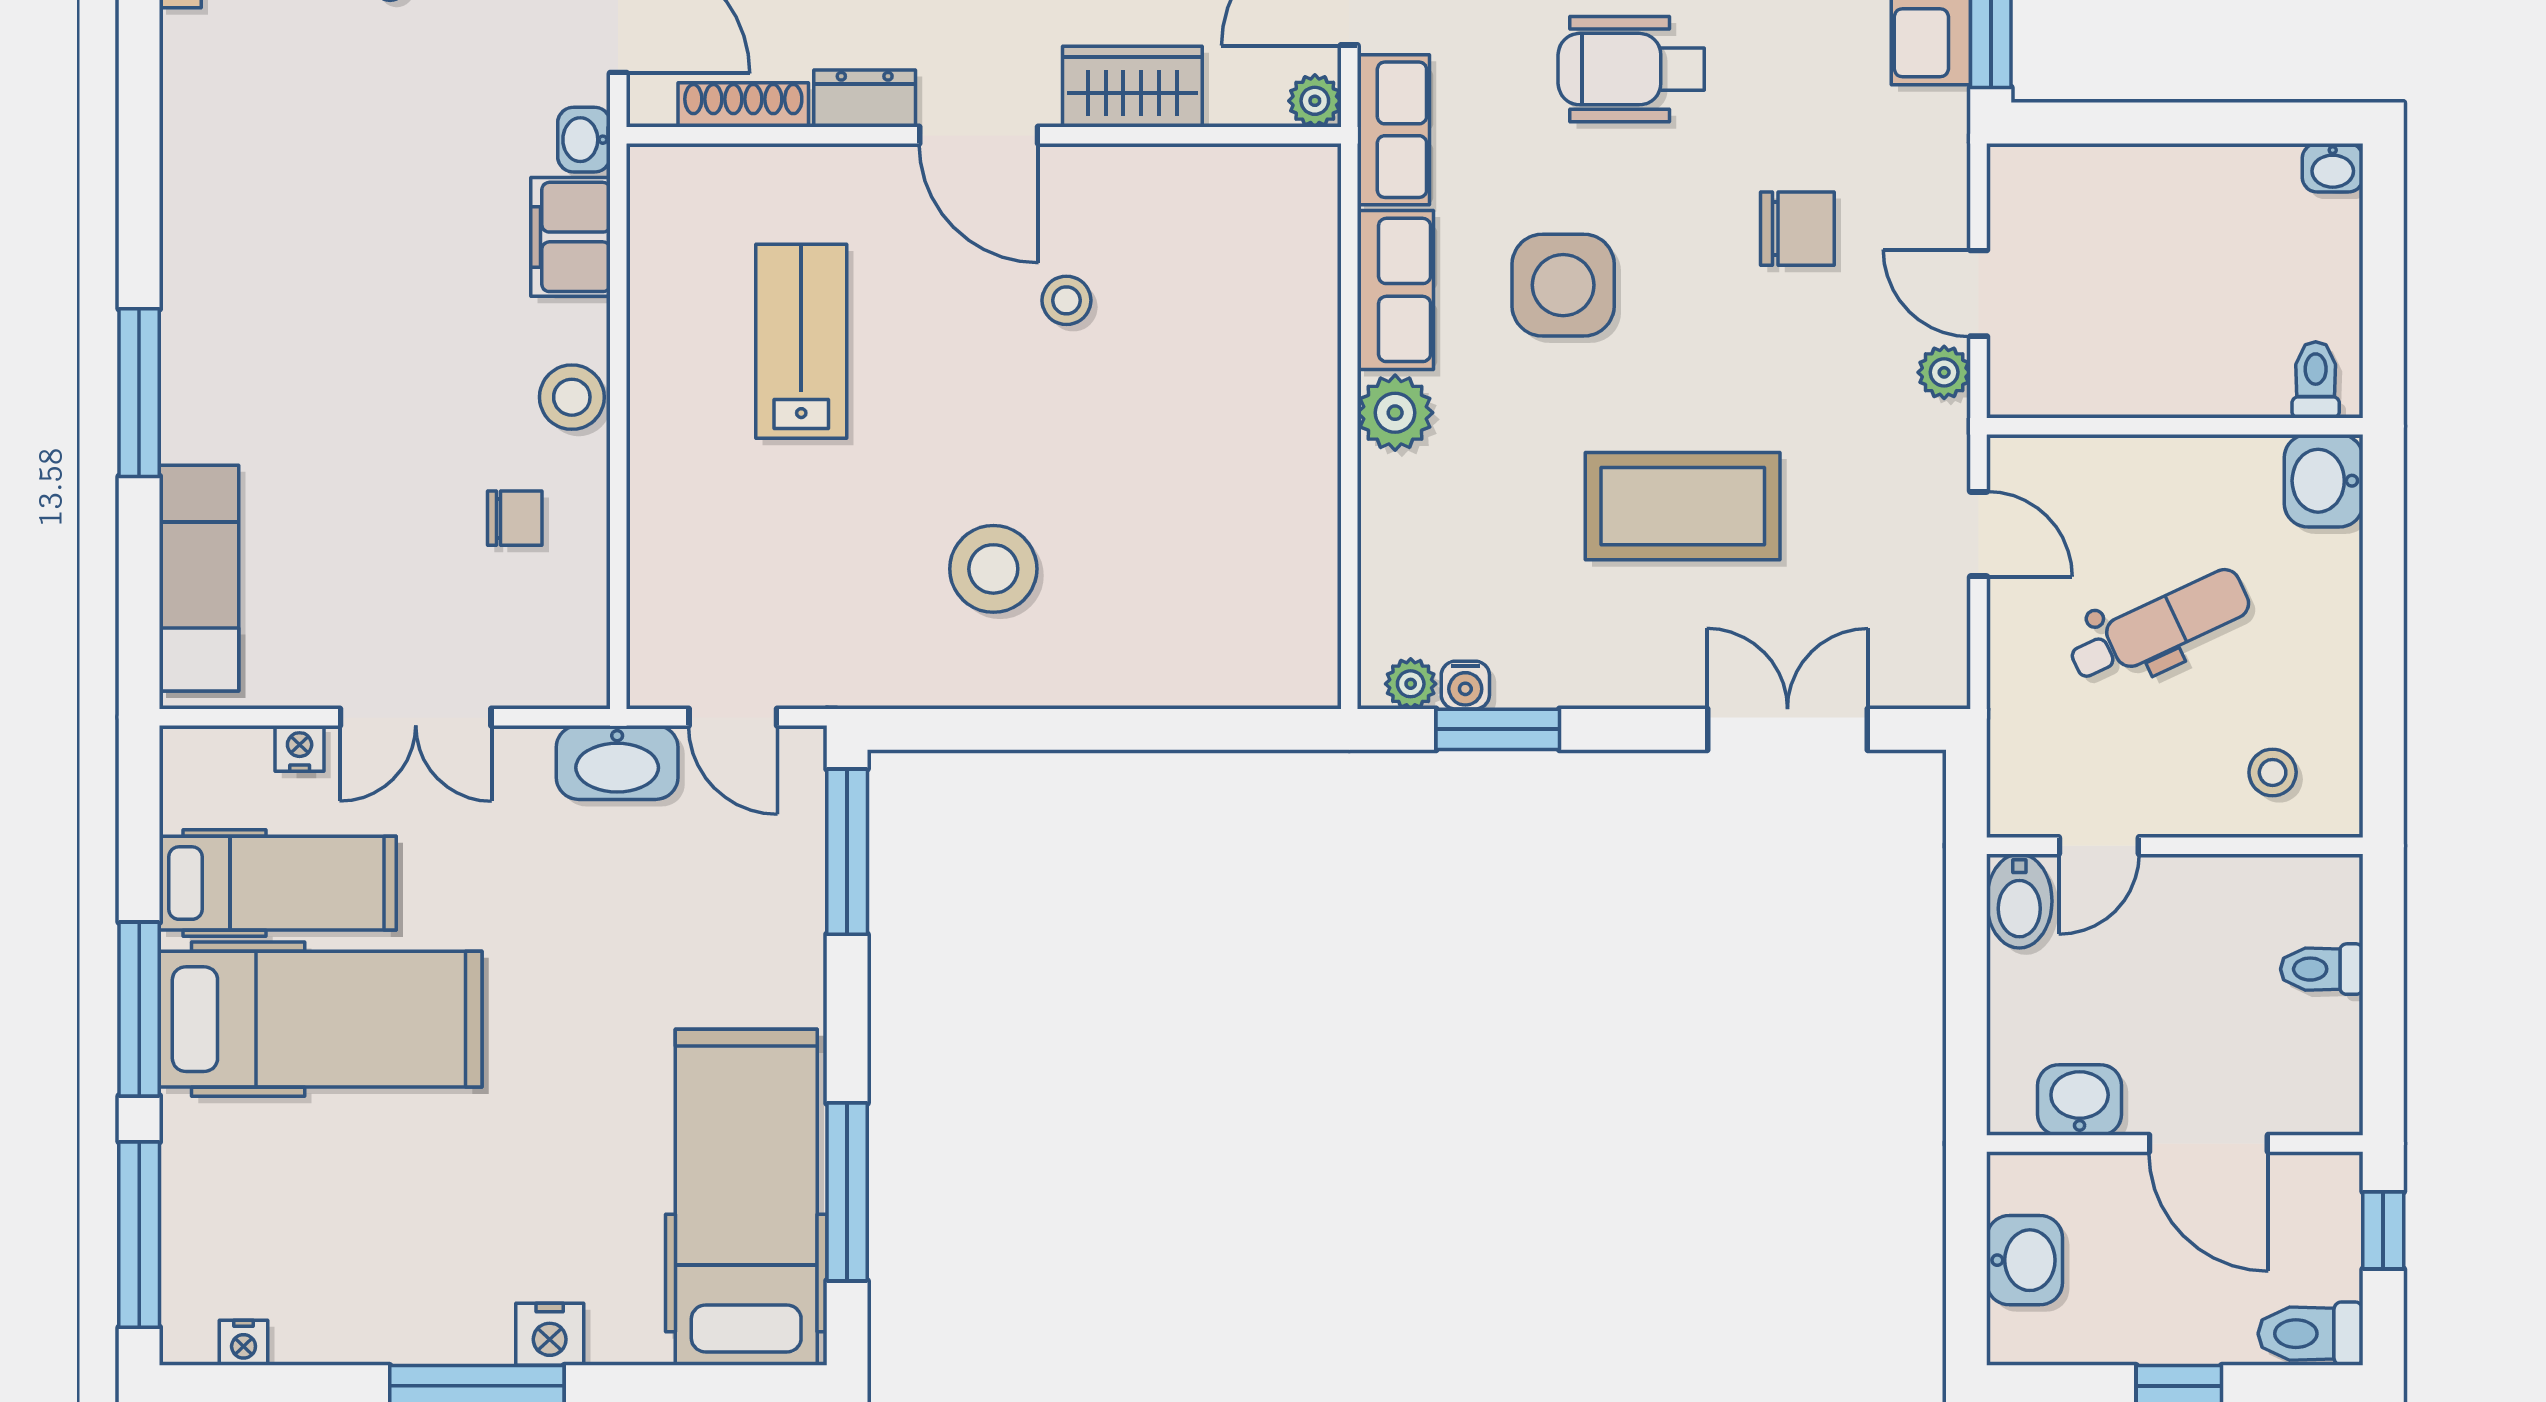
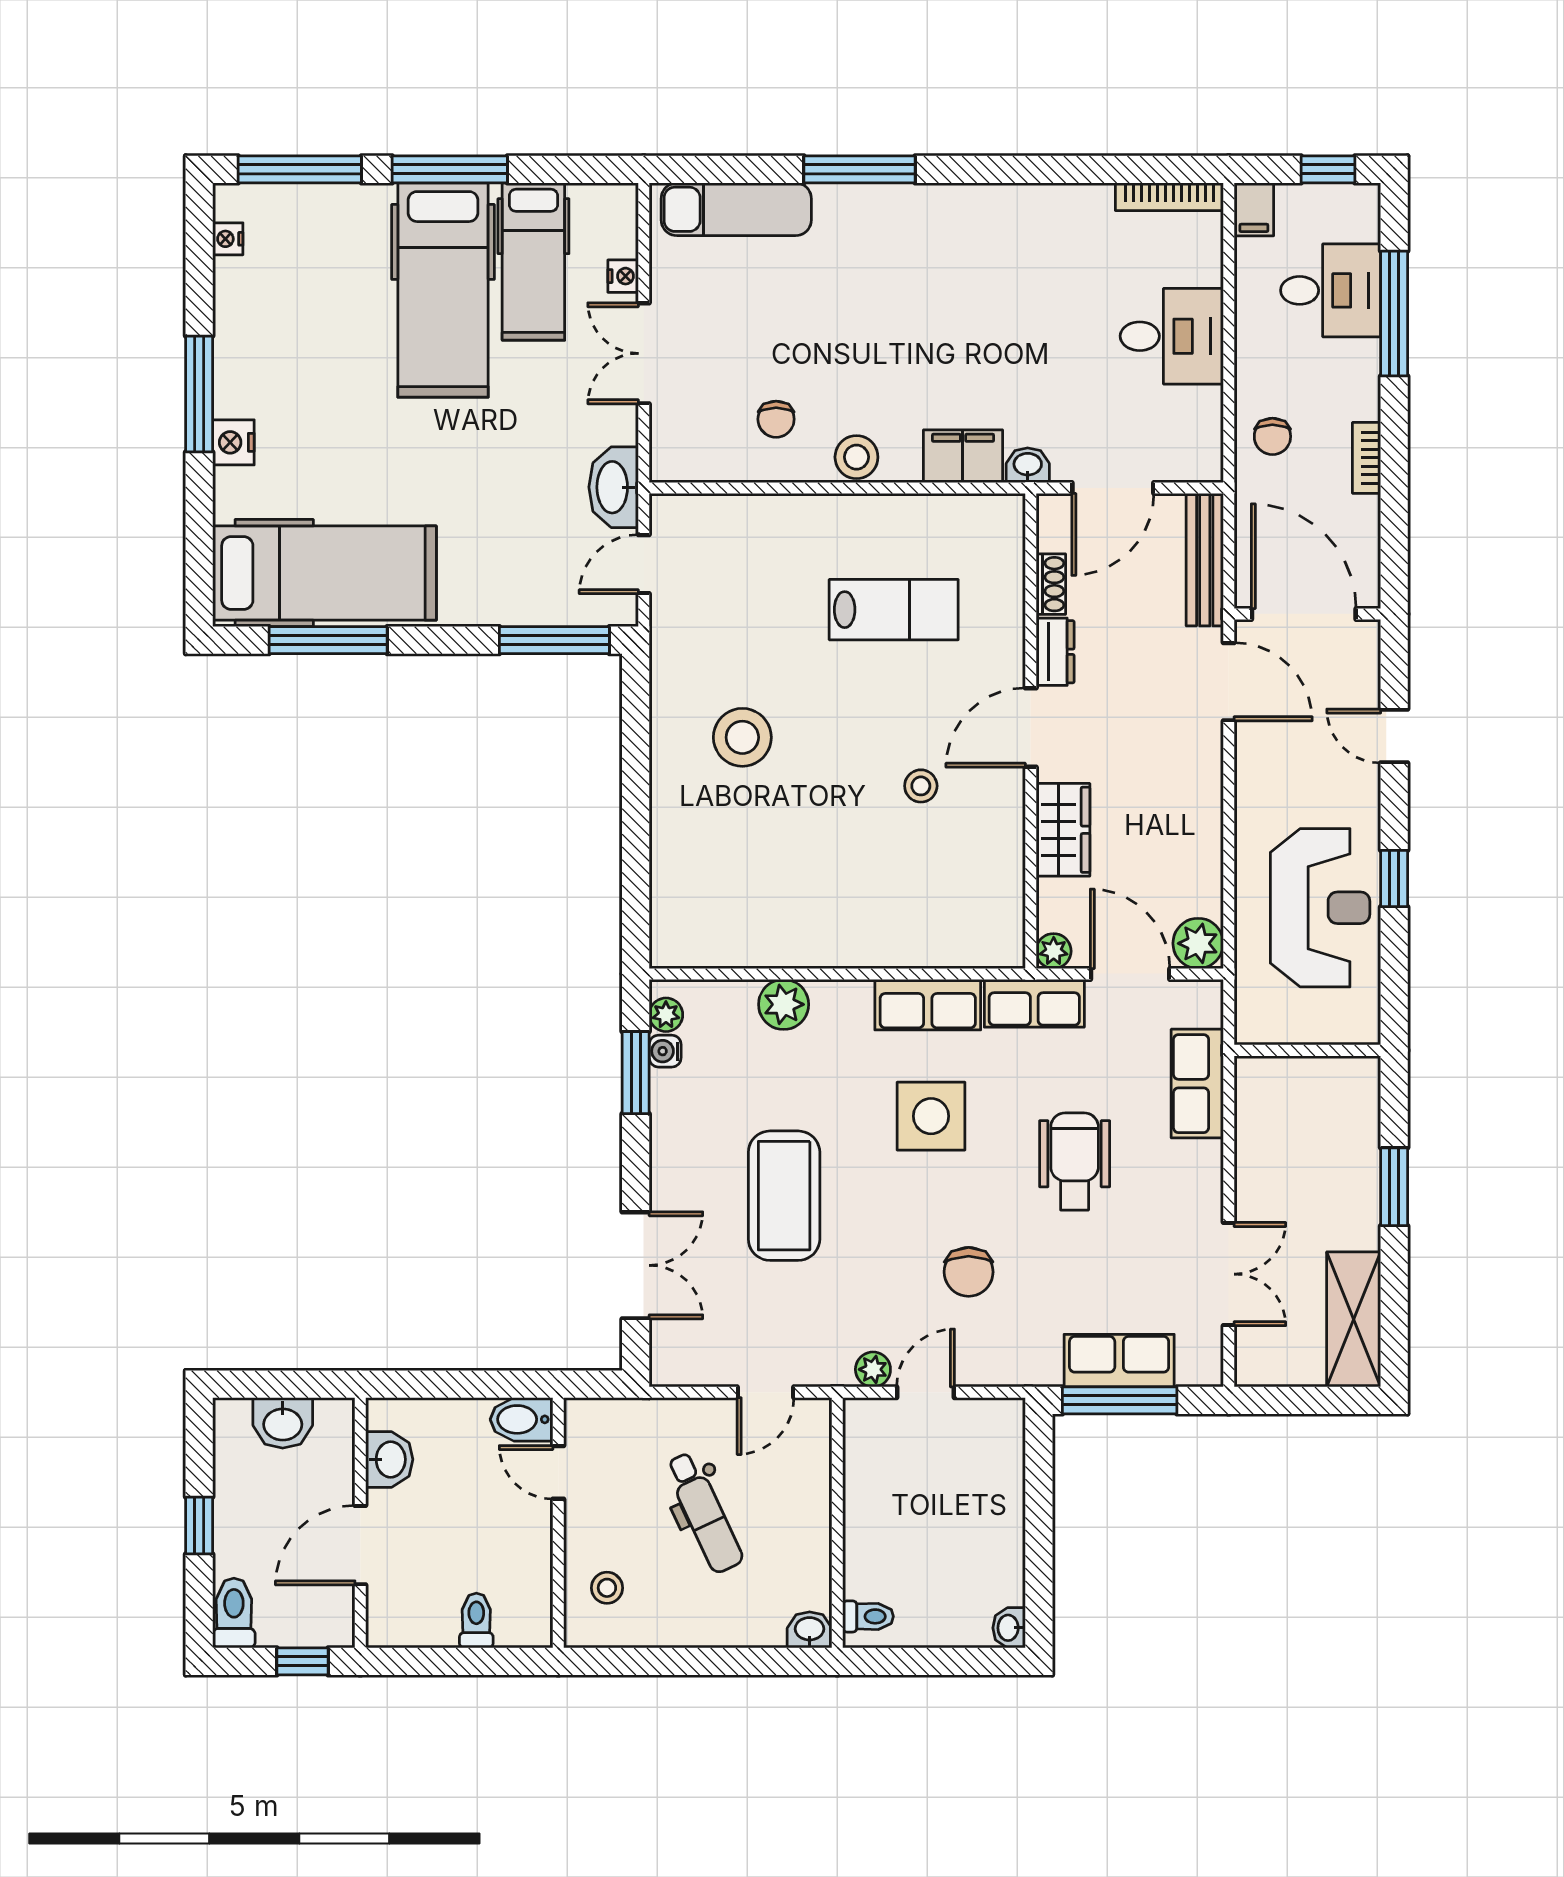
shoe rack: (743, 105) -> (1051, 584), width x0.70
plant: (1395, 413) -> (784, 1004), moved
washbasin: (2324, 481) -> (810, 1630), width x0.72, depth x0.69

